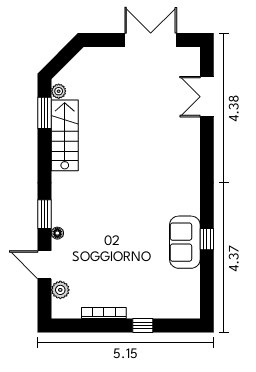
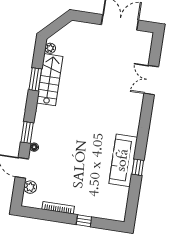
double door: (207, 97) -> (151, 80), moved
window: (44, 113) -> (35, 79), moved
sofa: (185, 242) -> (123, 160), width x1.36

